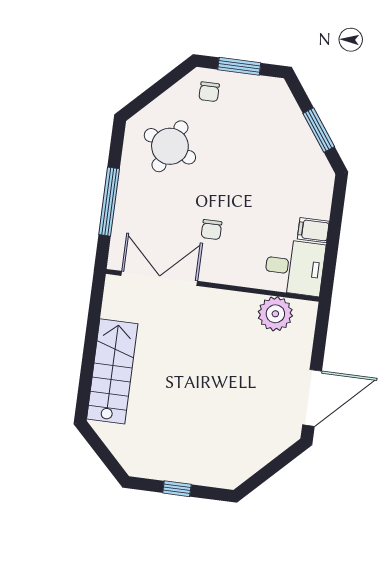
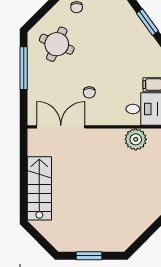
window: (109, 202) -> (24, 68), moved
window: (177, 489) -> (89, 256), width x1.50

